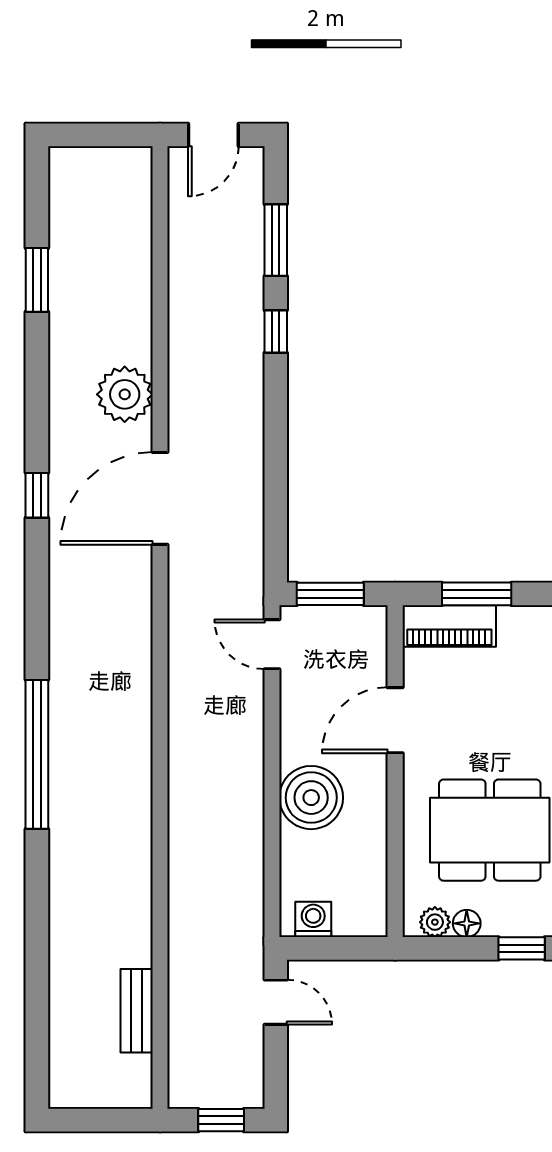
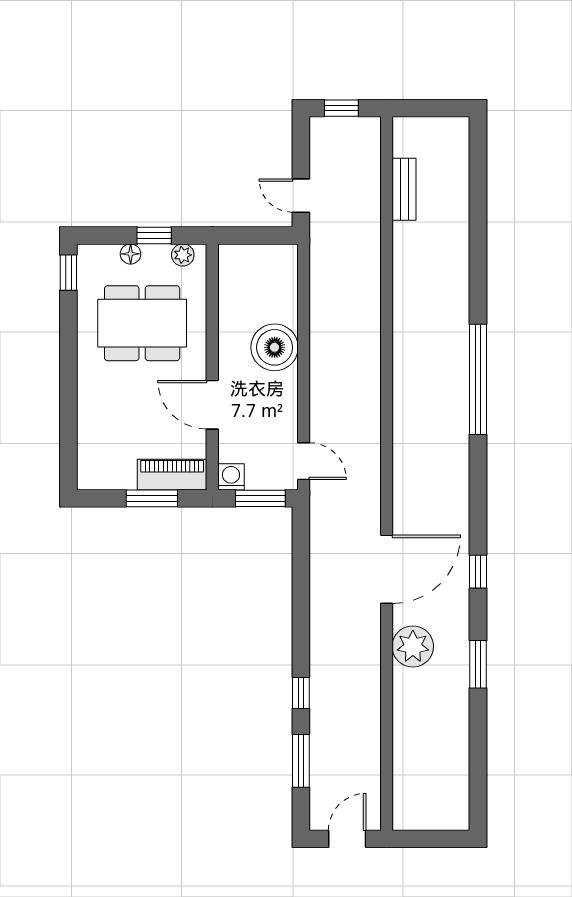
window: (37, 280) -> (478, 664), moved
door: (395, 720) -> (212, 405), swing flipped
washing machine: (313, 919) -> (231, 477), moved, turned 180
floor lamp: (467, 923) -> (131, 254), moved
window: (522, 948) -> (154, 235), moved

